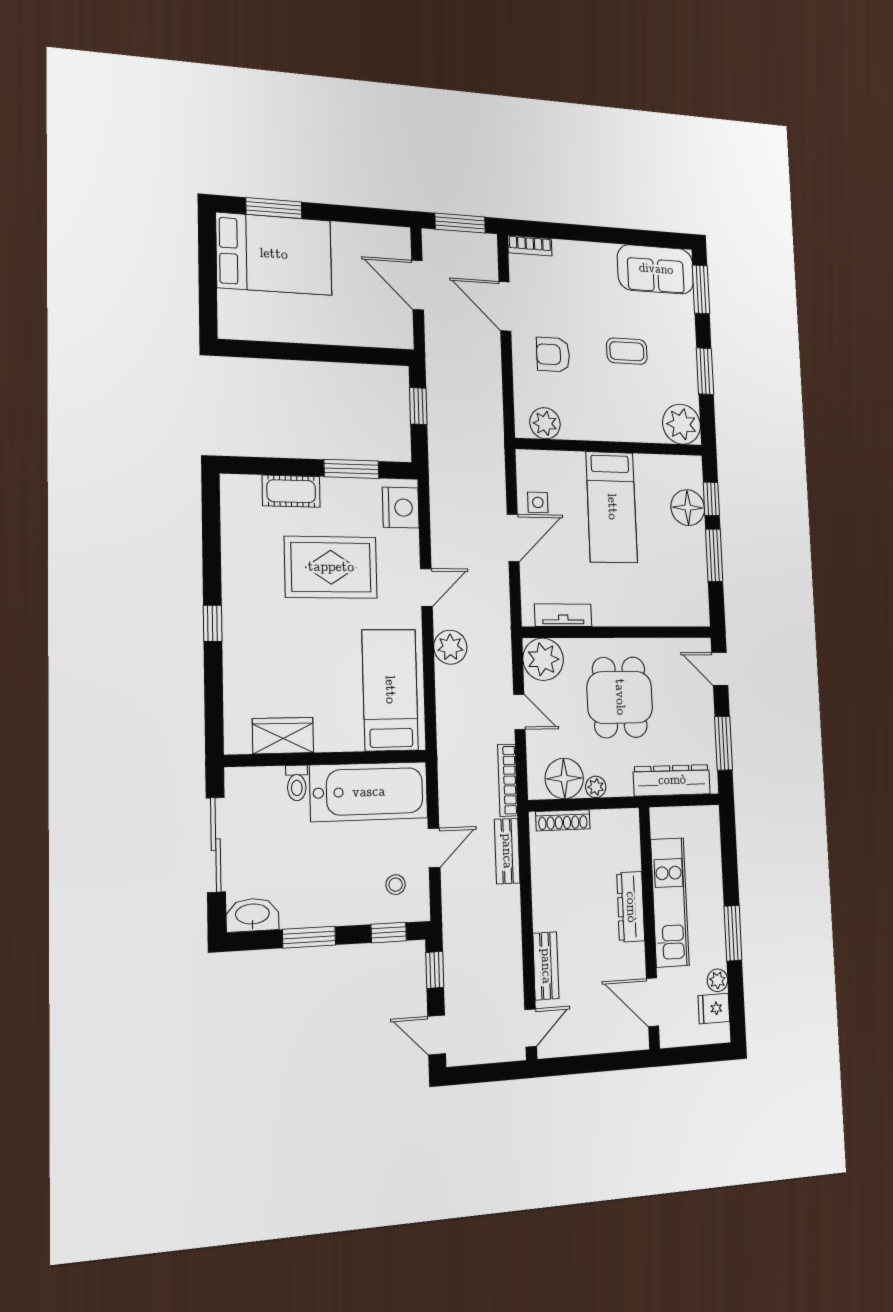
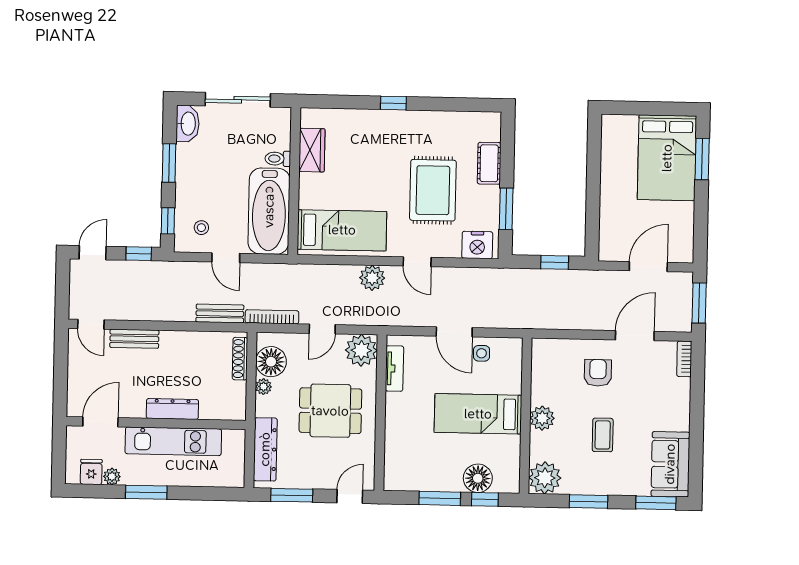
plant: (545, 423) -> (542, 418), moved

